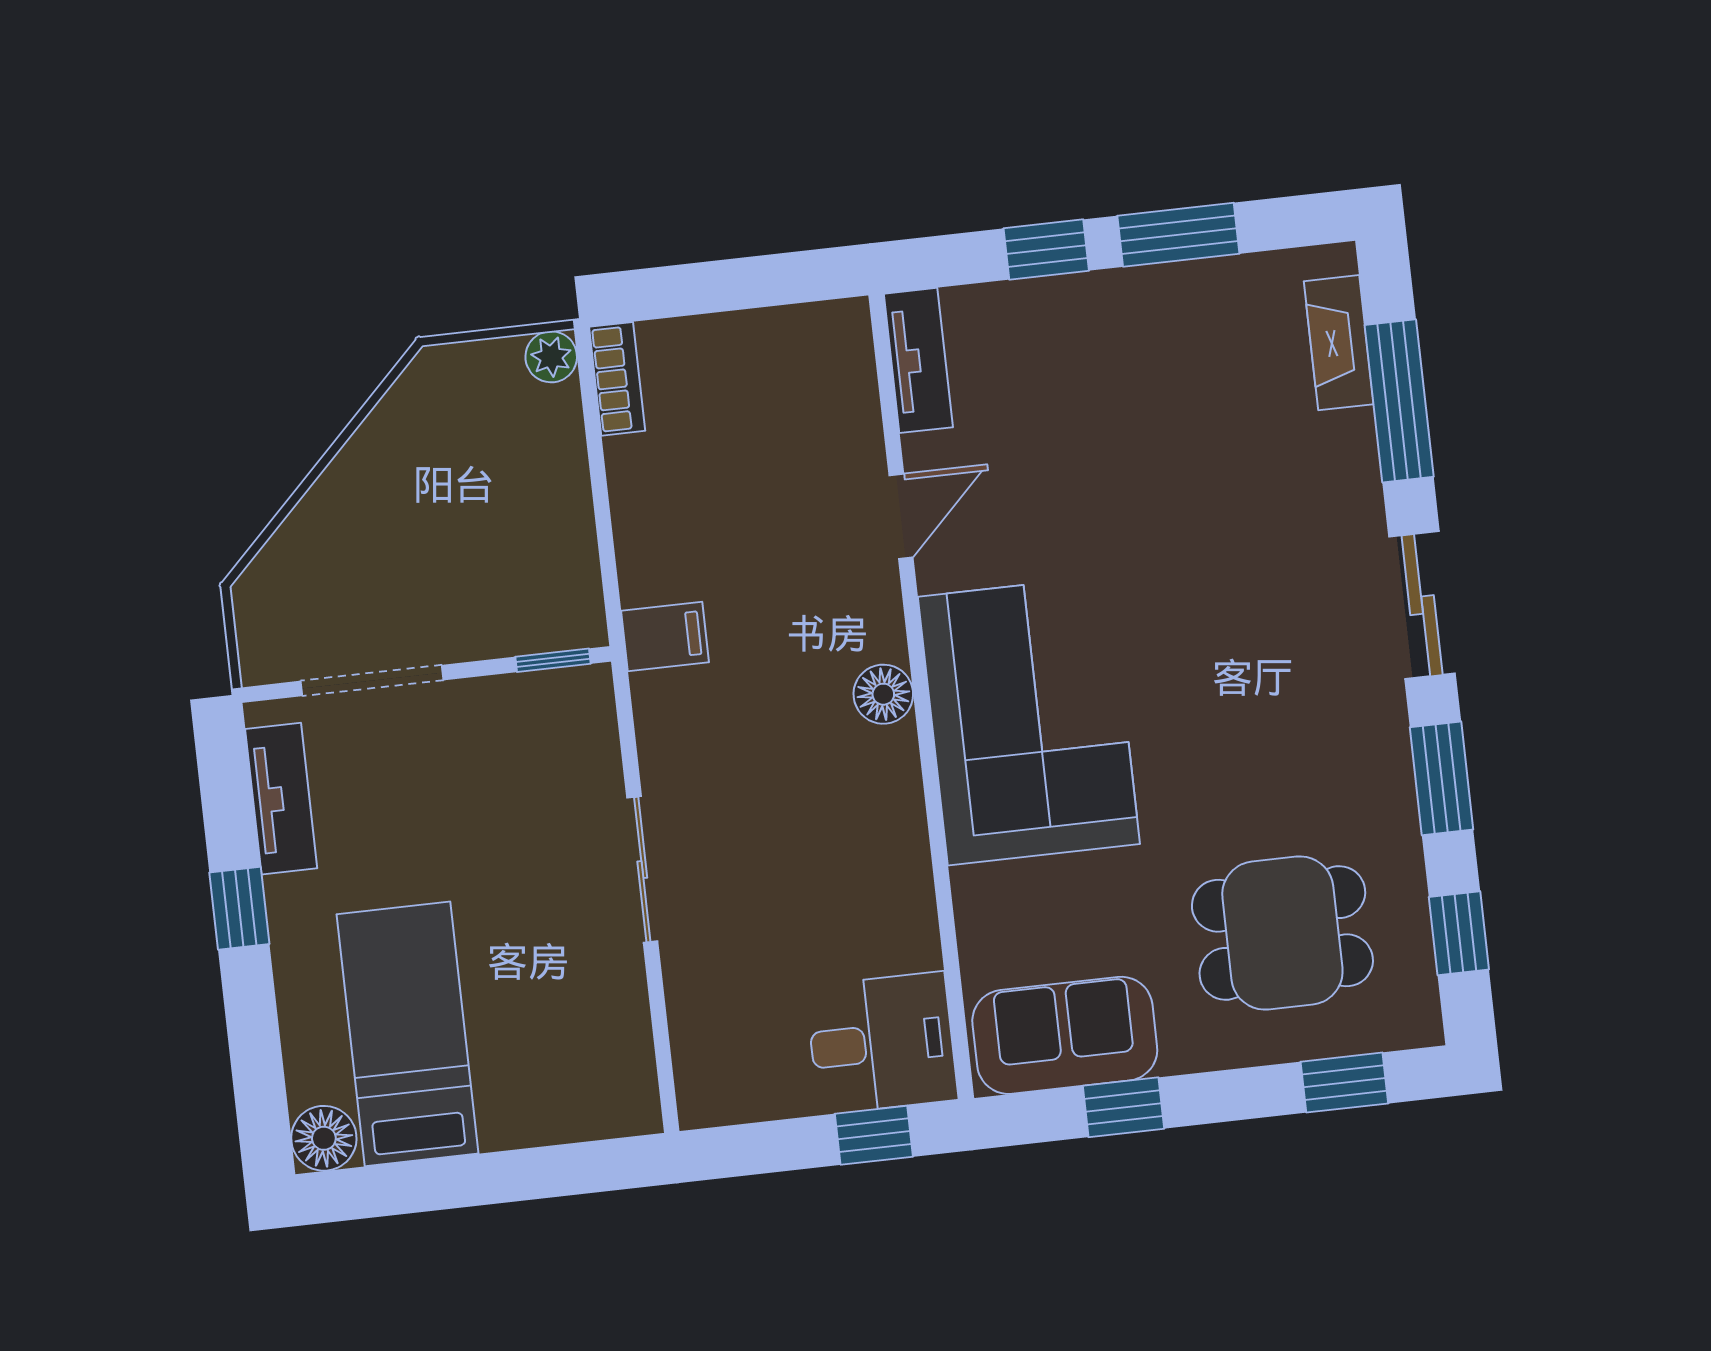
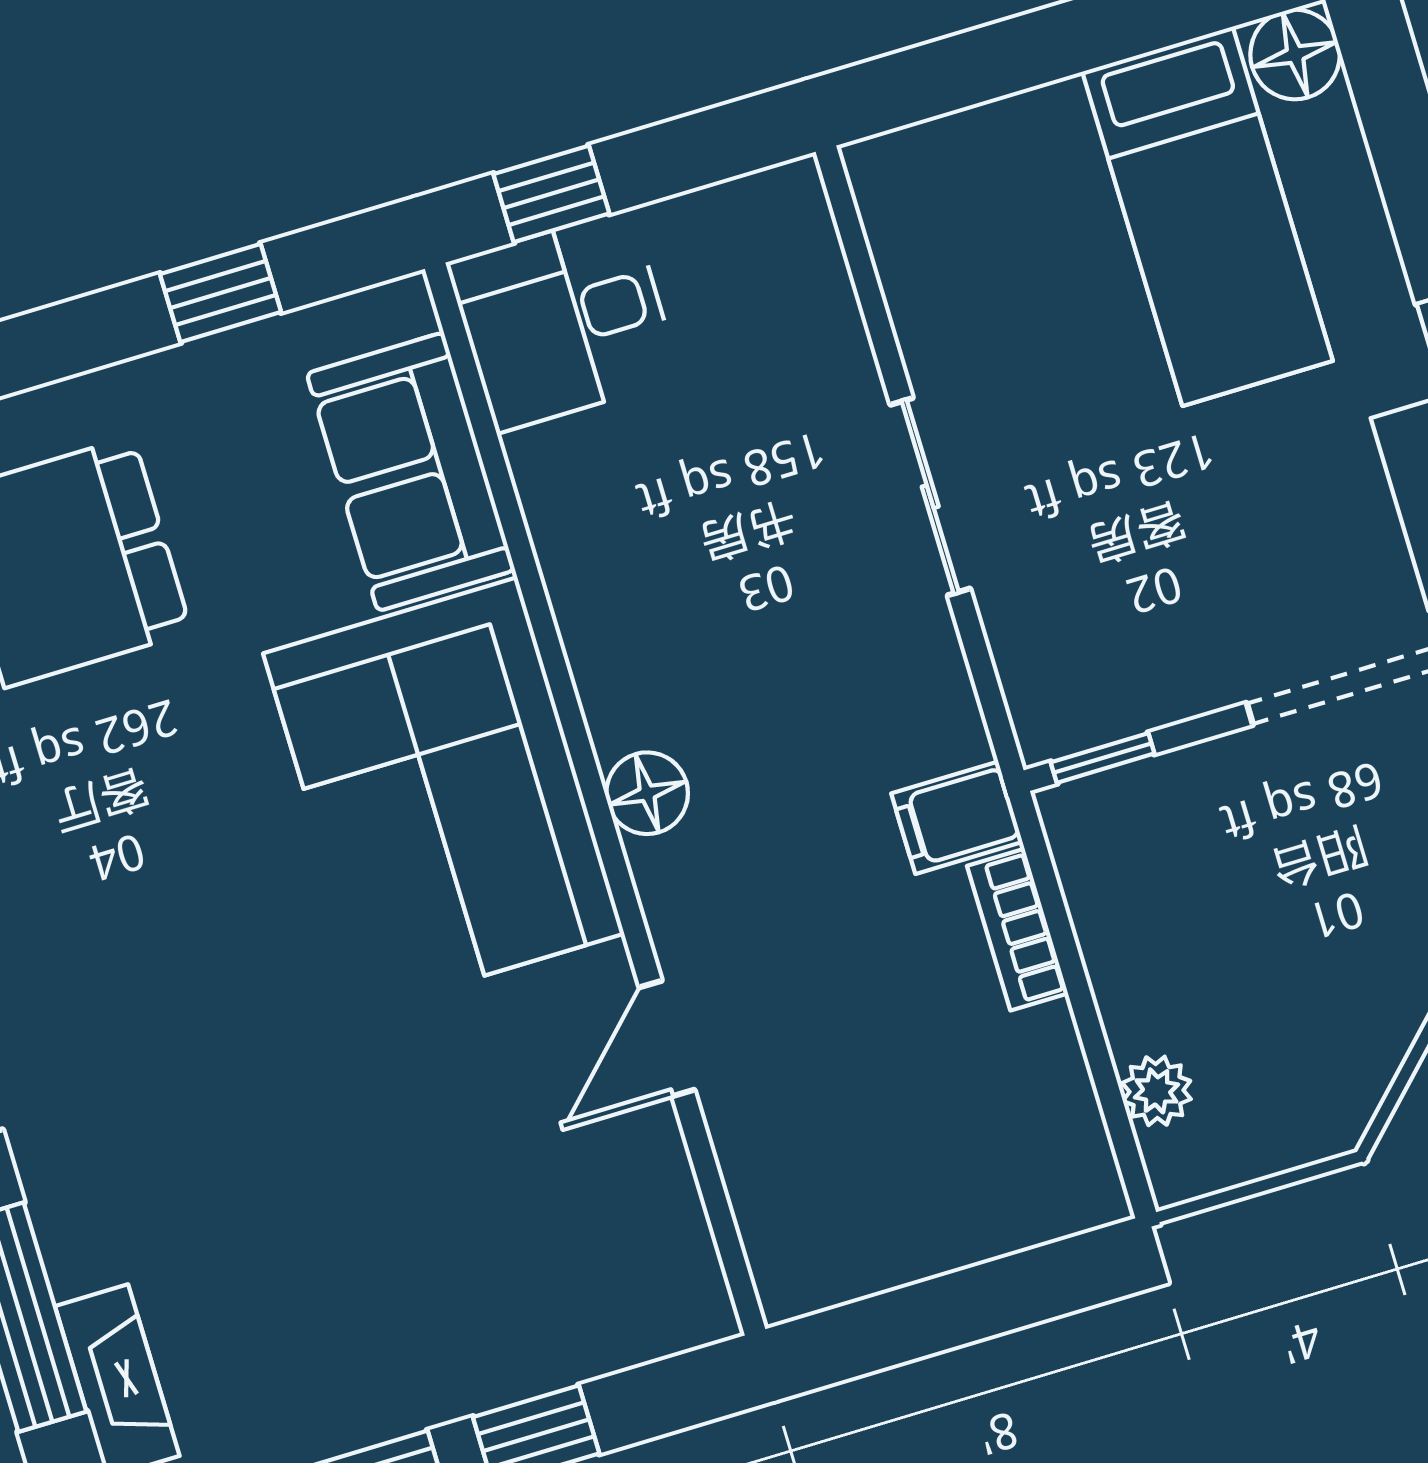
plant: (551, 357) -> (1157, 1091), moved
tv unit: (918, 360) -> (682, 1254), removed
bookcase: (617, 379) -> (1017, 930), moved
sofa: (1065, 1035) -> (411, 472), moved, turned 90

